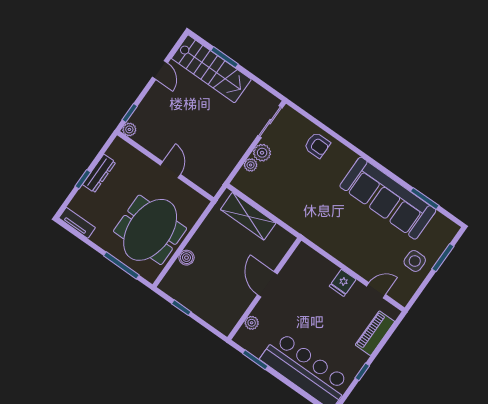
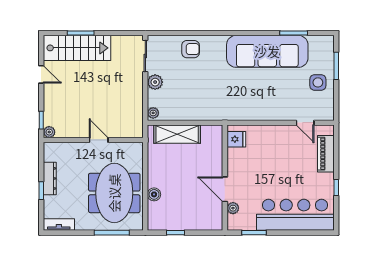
plant: (251, 165) -> (153, 113), moved
fridge: (343, 283) -> (236, 139), moved, turned -90
door: (267, 284) -> (225, 189), moved
door: (376, 290) -> (305, 123), swing flipped

